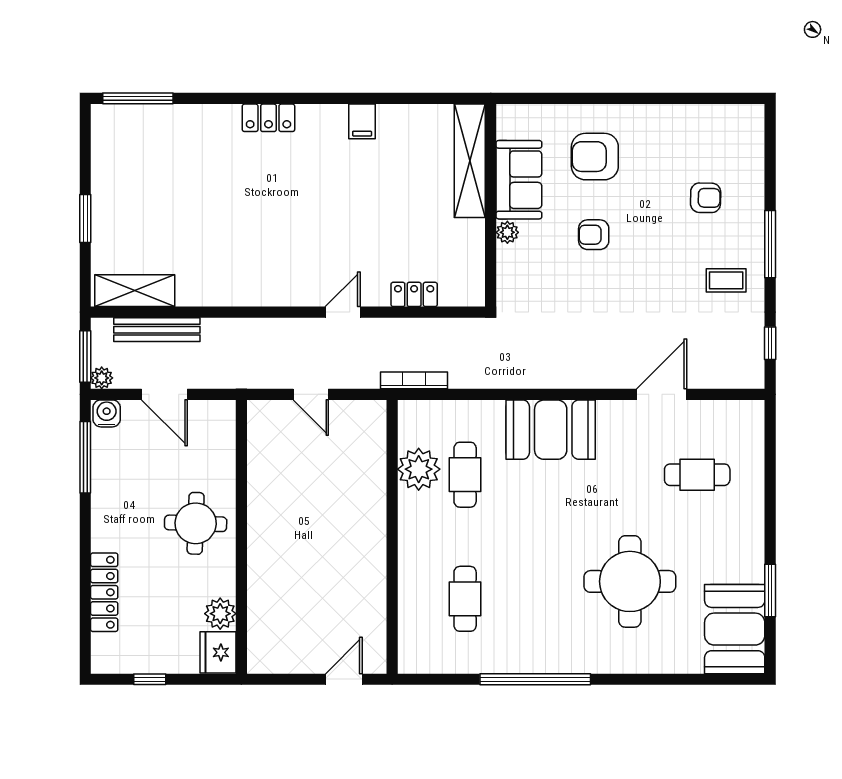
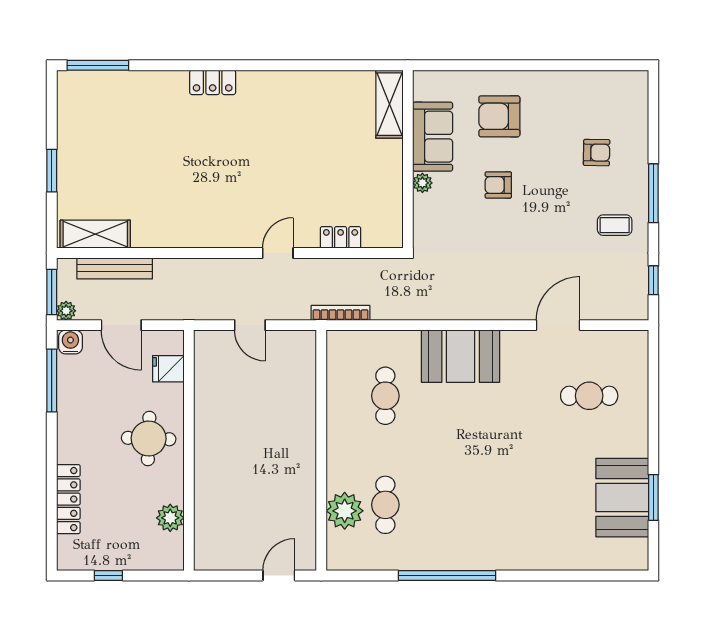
filing cabinet: (362, 121) -> (295, 85), removed
shelving: (470, 161) -> (389, 104), width x0.68
plant: (419, 469) -> (345, 511), moved
round table: (630, 581) -> (530, 490), removed
booth: (735, 629) -> (622, 498), moved
fridge: (218, 652) -> (168, 369), moved, width x0.72

